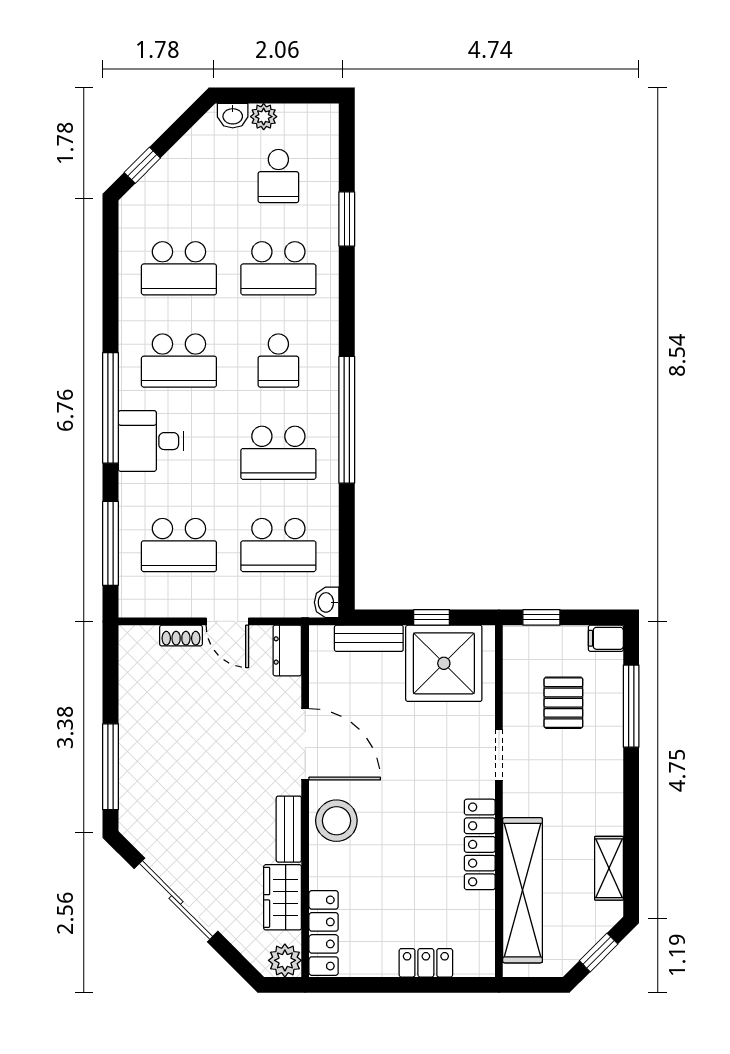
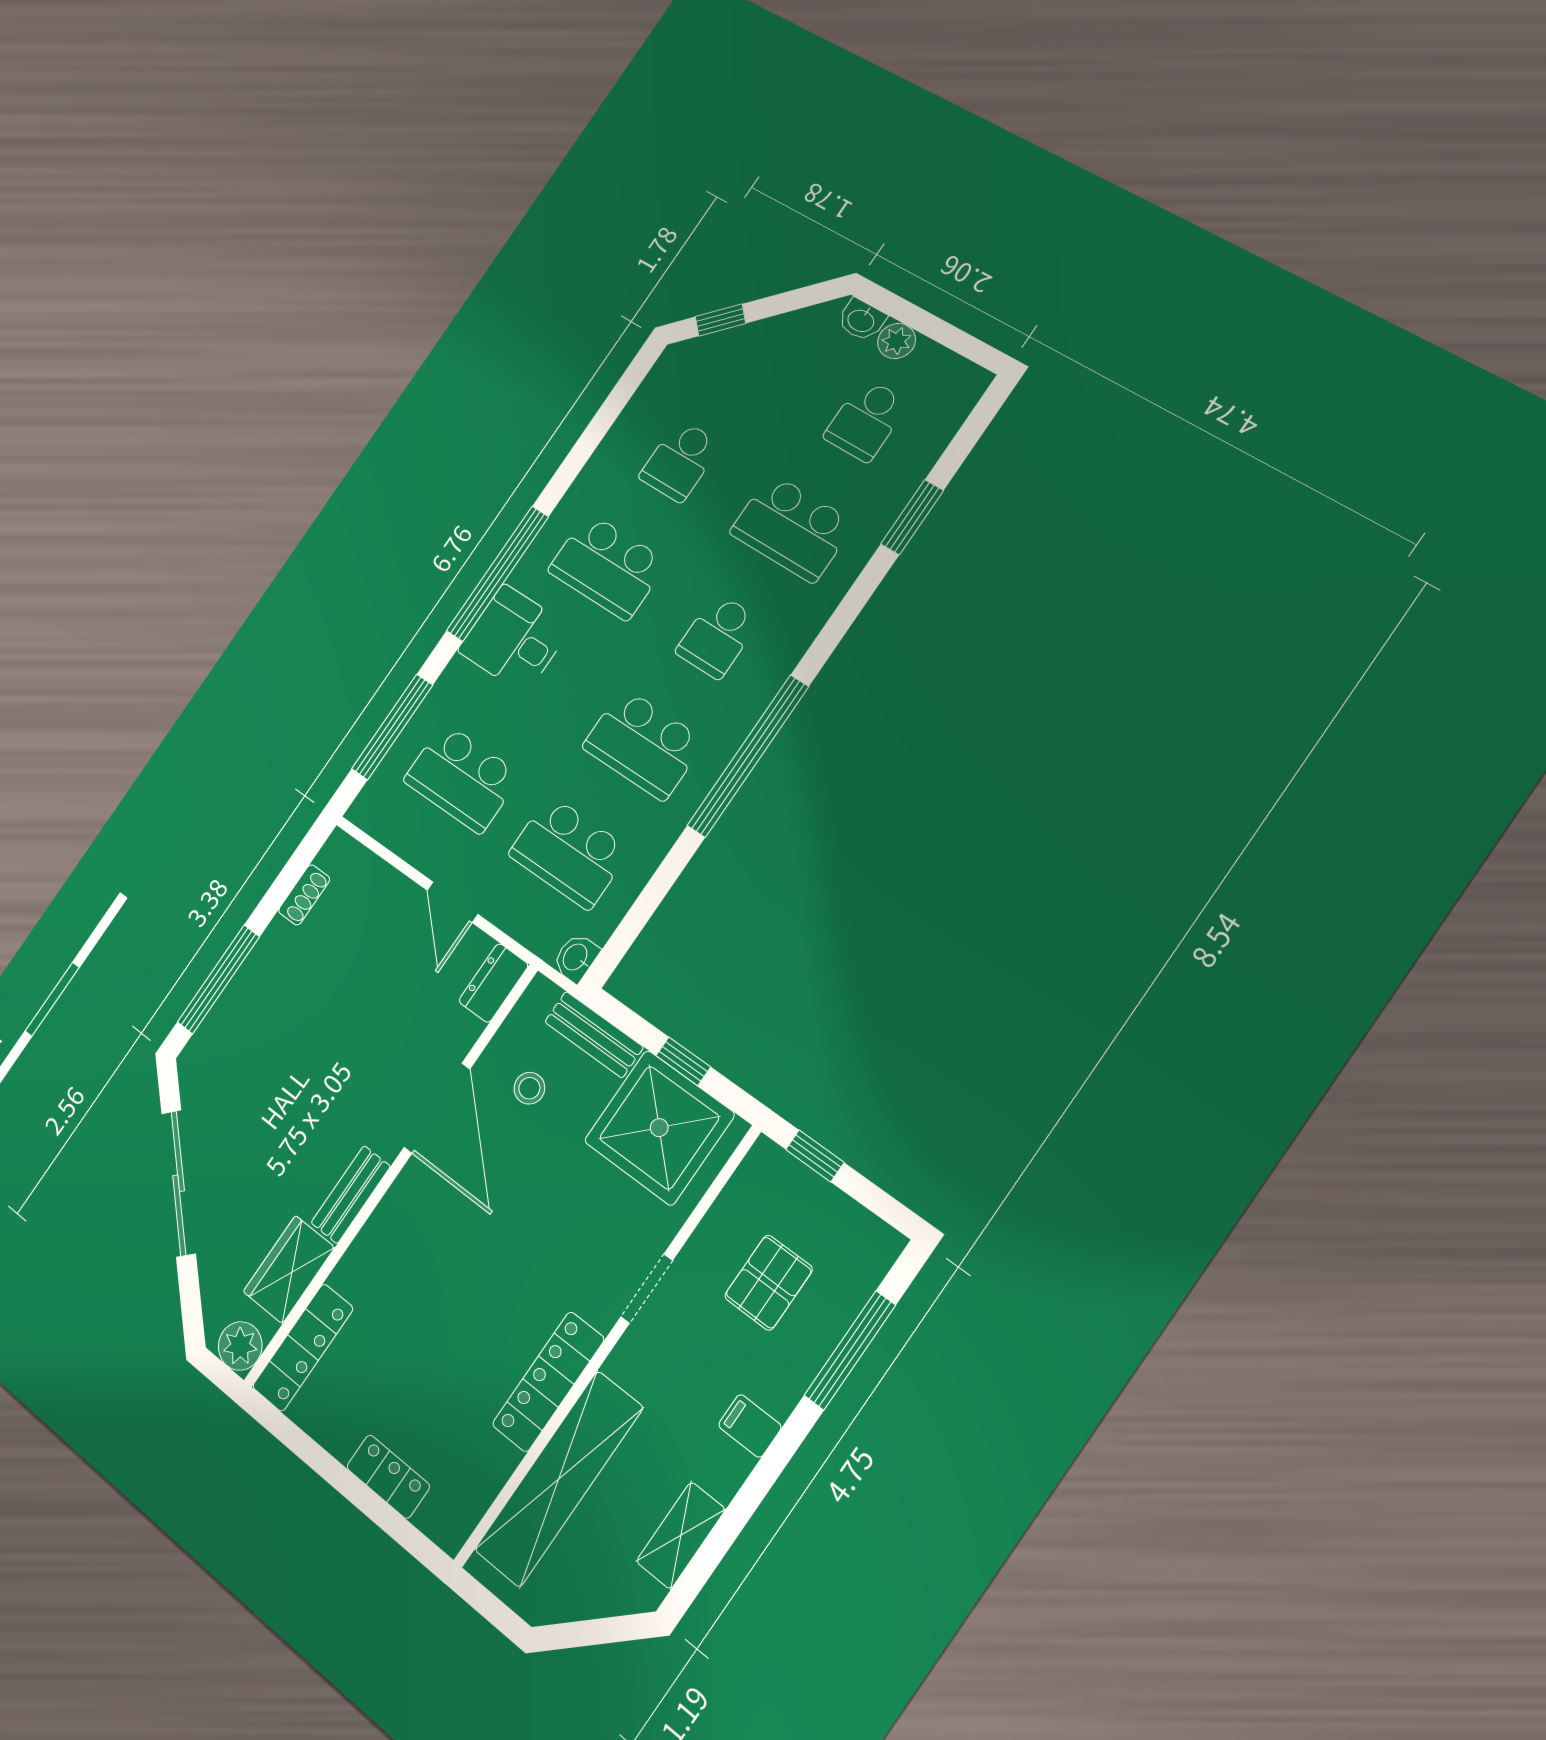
school desk: (179, 268) -> (680, 461), width x0.54
shoe rack: (181, 636) -> (304, 895), moved, turned -90
filing cabinet: (606, 638) -> (750, 1426), moved
stool: (336, 821) -> (529, 1088), moved, width x0.53, depth x0.53
window: (599, 952) -> (595, 1632), removed

